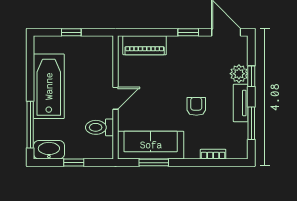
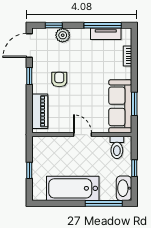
window: (251, 76) -> (54, 25), moved
tv unit: (241, 103) -> (106, 34), moved
armchair: (196, 106) -> (59, 80), moved, turned 90
window: (251, 123) -> (103, 25), width x1.44
toilet: (100, 127) -> (117, 147), moved

